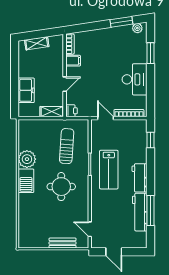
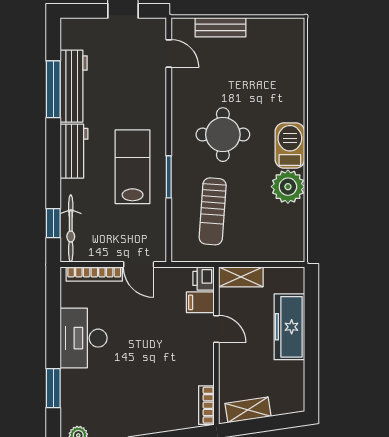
shelving: (37, 43) -> (248, 410), moved
filing cabinet: (73, 61) -> (200, 302), moved
door: (65, 84) -> (216, 329), swing flipped
freezer: (26, 90) -> (289, 327), width x1.40
bicycle: (141, 137) -> (71, 228), added

